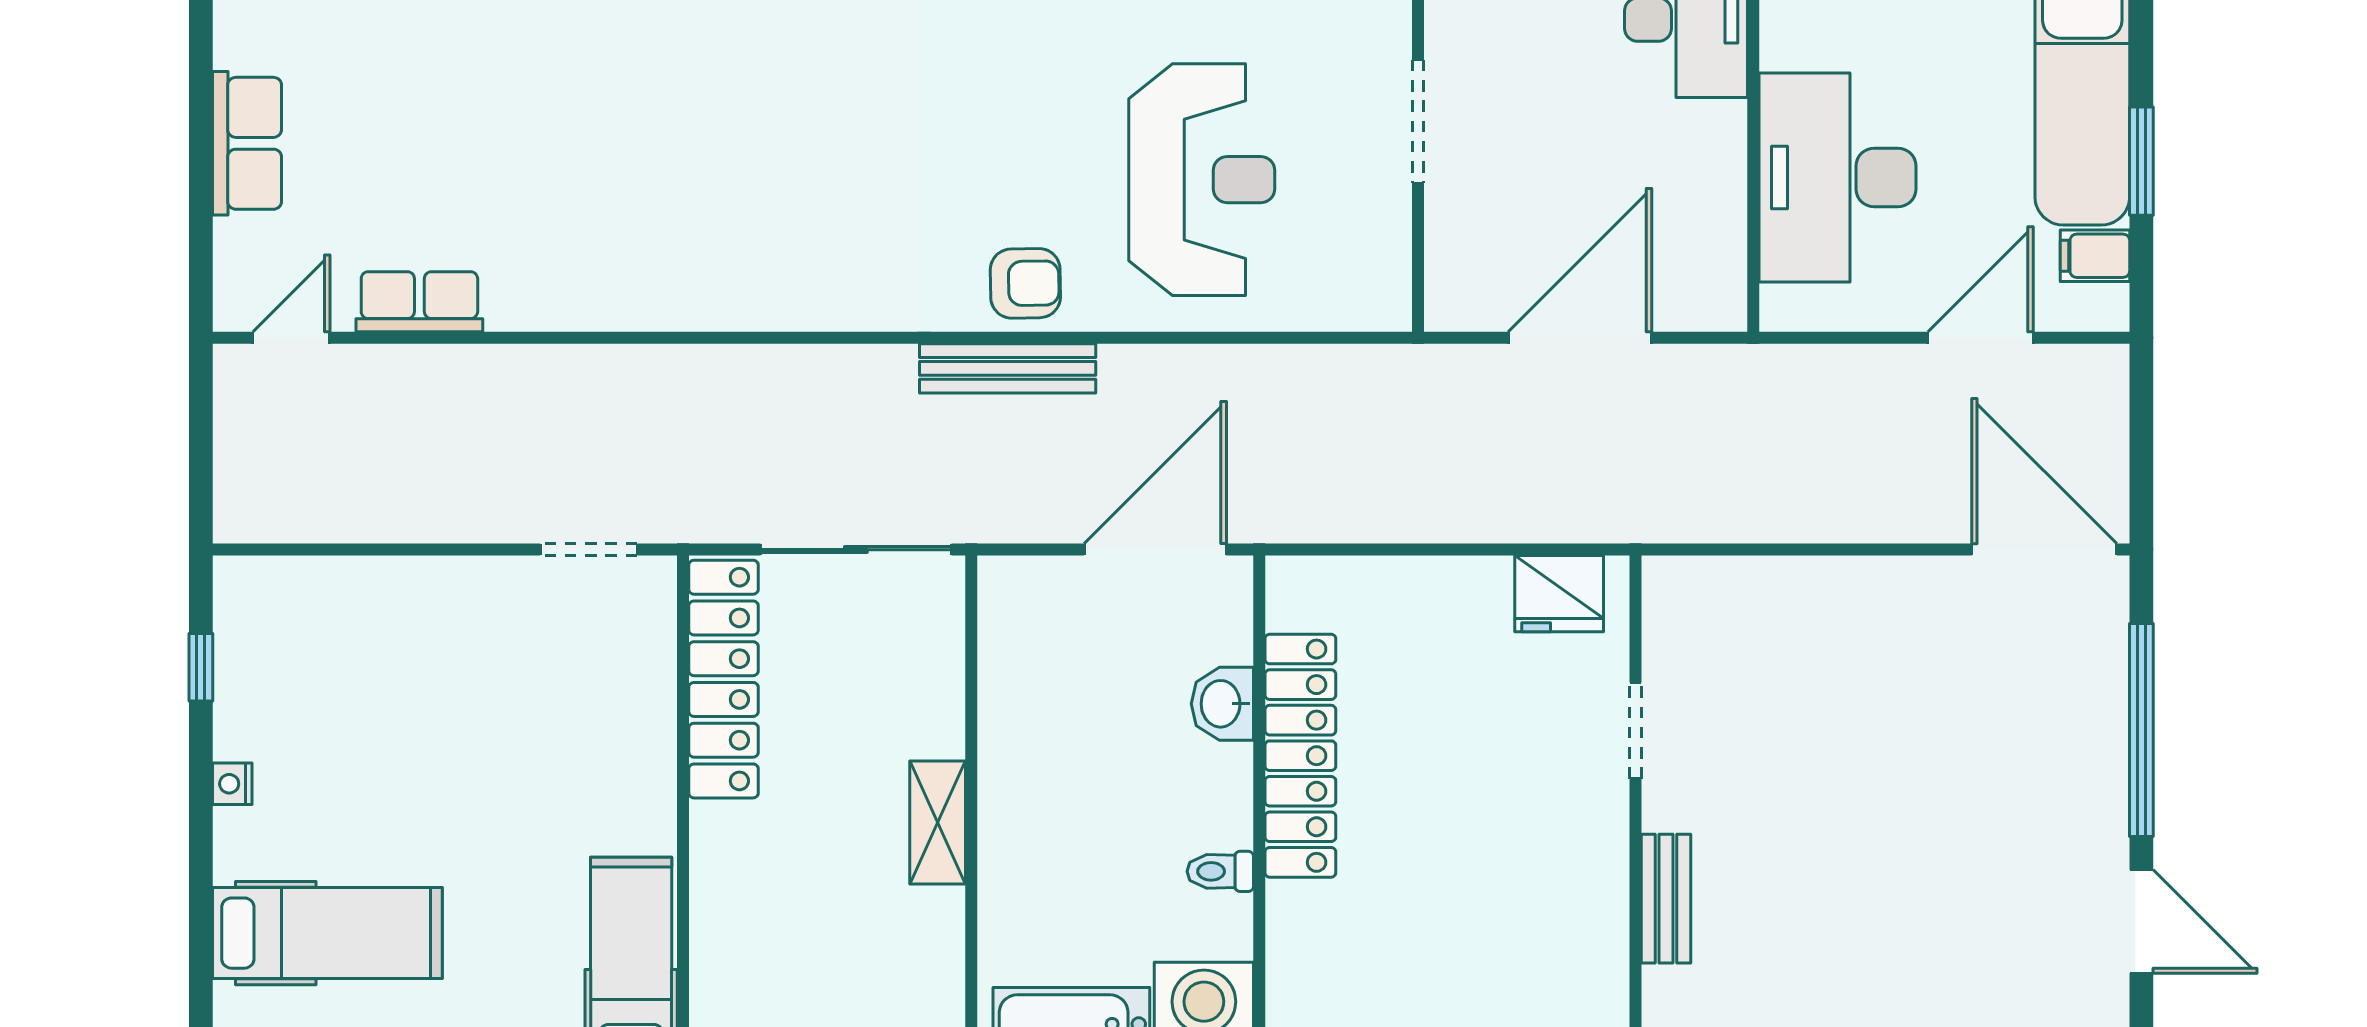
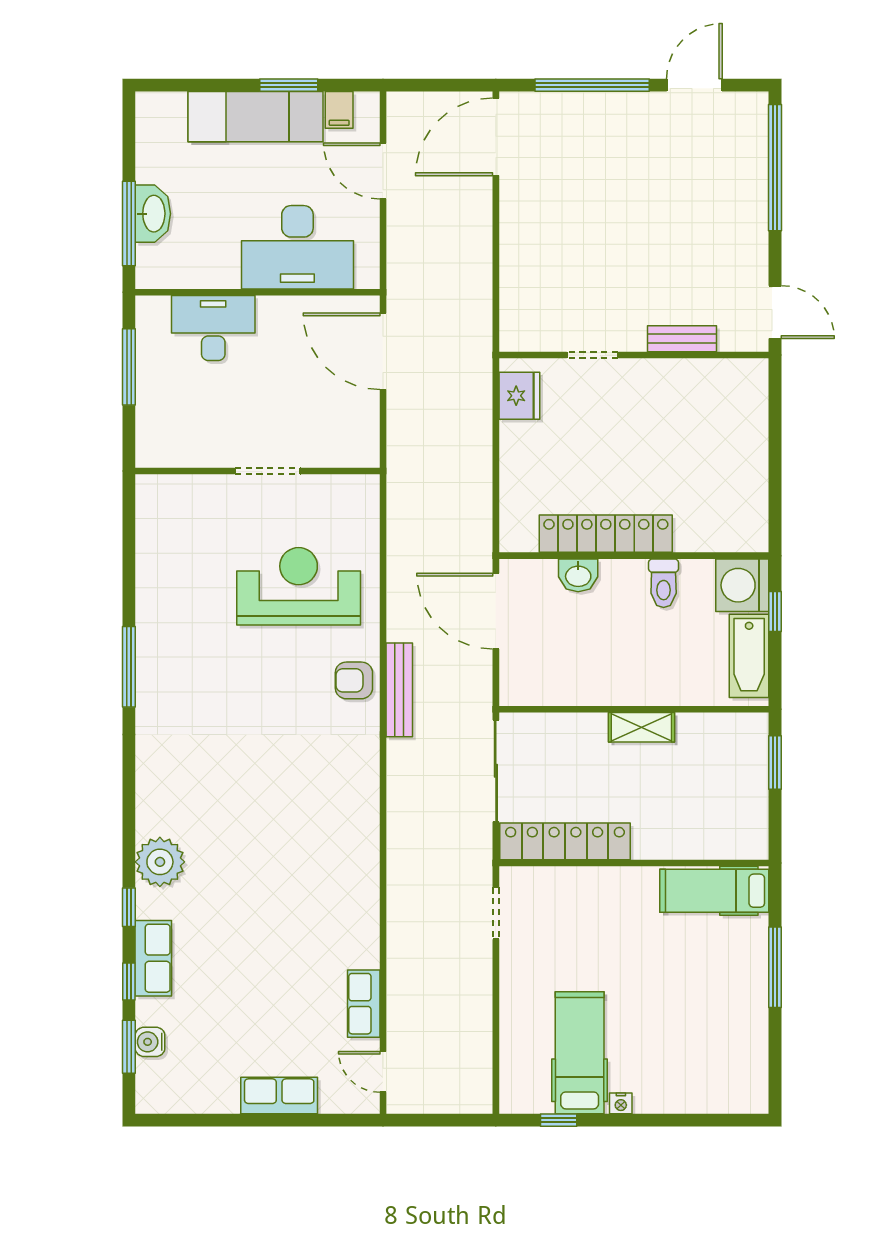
armchair: (1025, 283) -> (354, 680), turned -89
door: (1580, 338) -> (383, 351), moved
toilet: (1220, 871) -> (664, 583), width x1.37, depth x1.39
hospital bed: (327, 933) -> (580, 1053), moved

